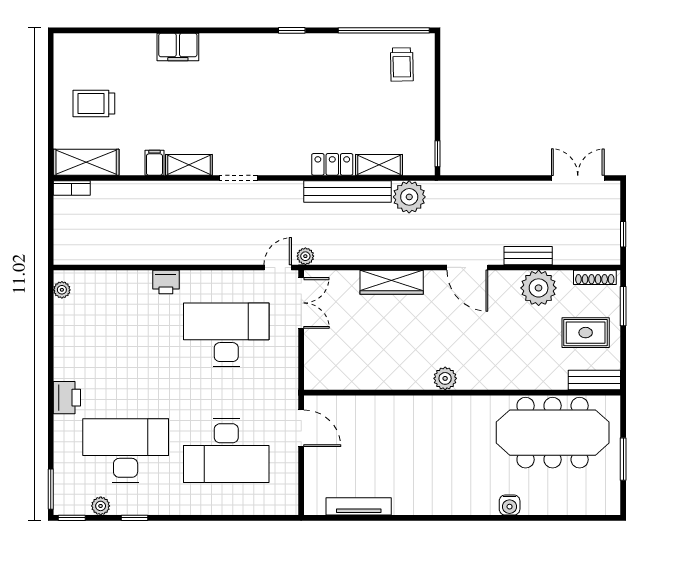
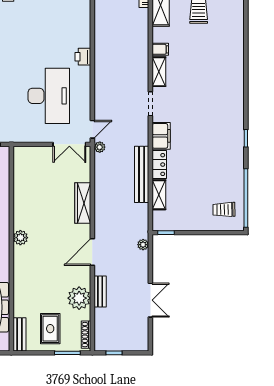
filing cabinet: (178, 47) -> (161, 136), moved, turned 180
double door: (578, 178) -> (150, 300), moved
plant: (409, 197) -> (143, 245), moved, width x0.53, depth x0.53
door: (278, 267) -> (92, 129), hinge flipped

